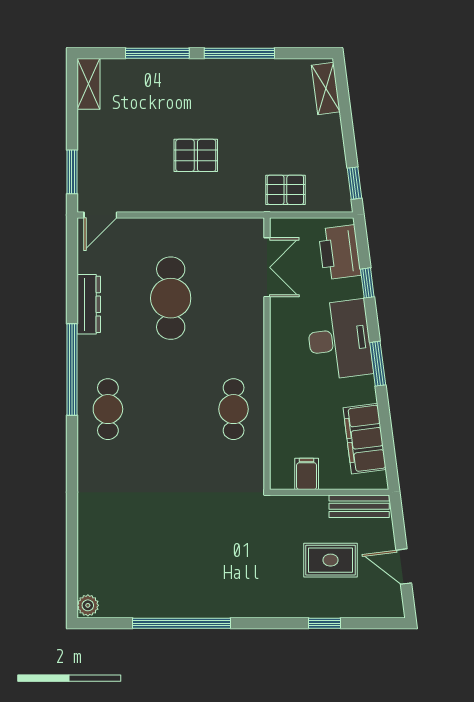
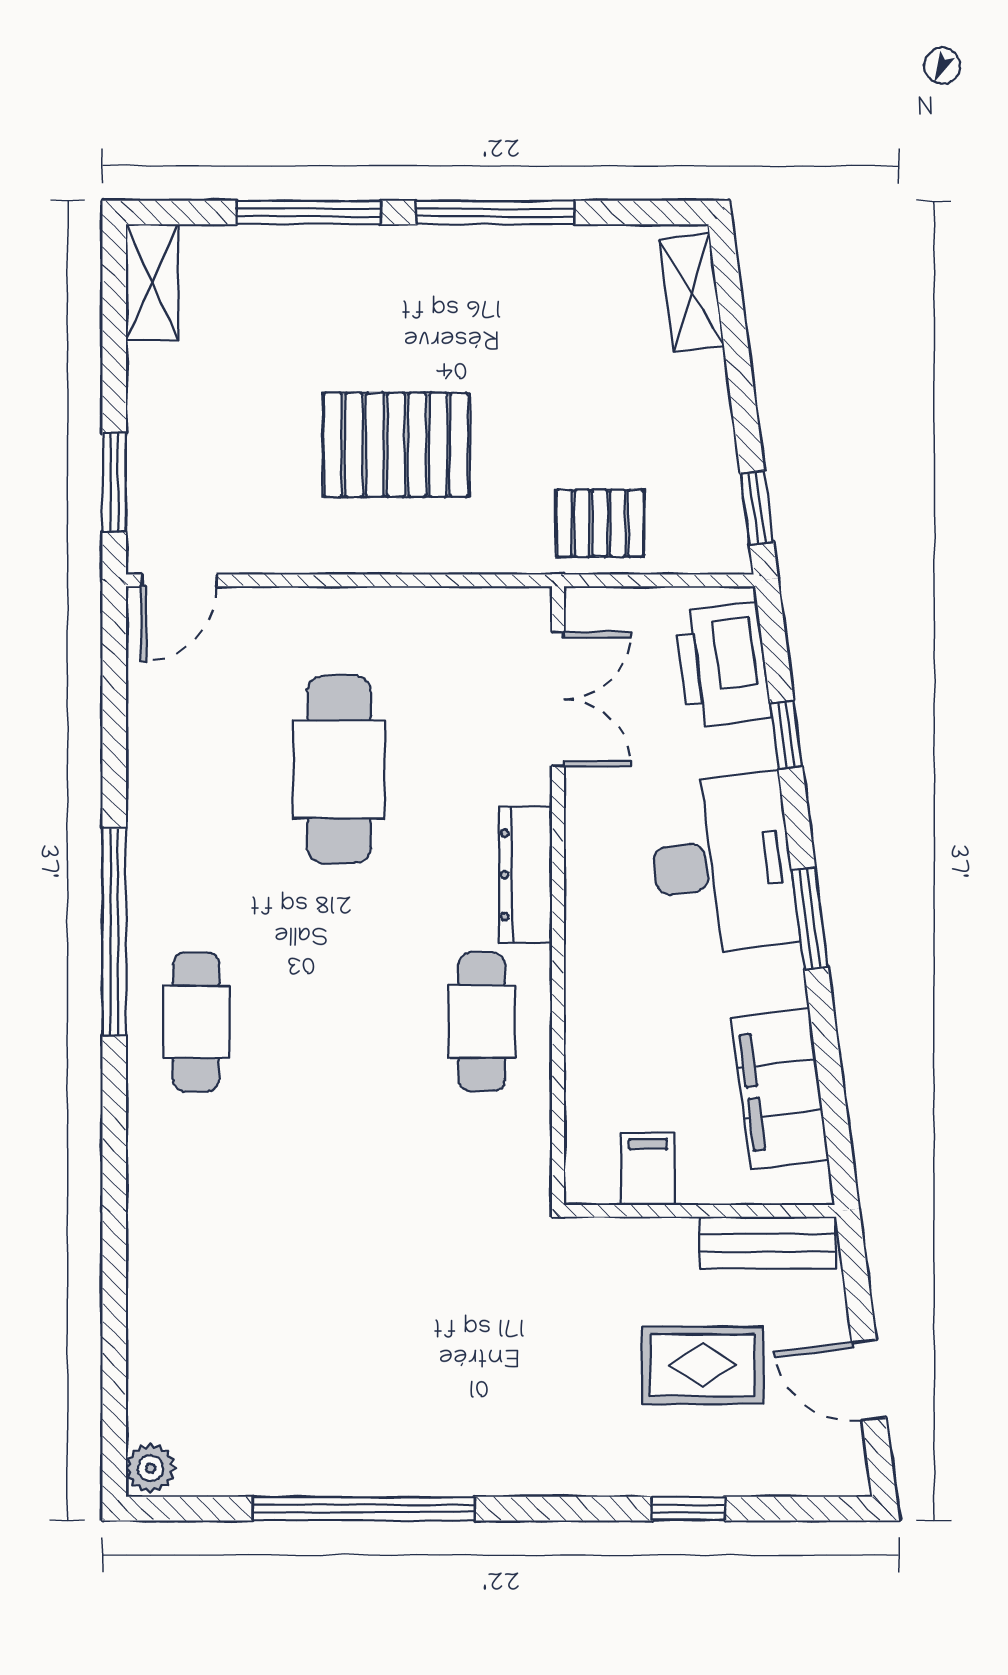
pallet: (196, 155) -> (396, 445), width x1.50, depth x1.42
dresser: (89, 304) -> (526, 875), moved, turned 180

